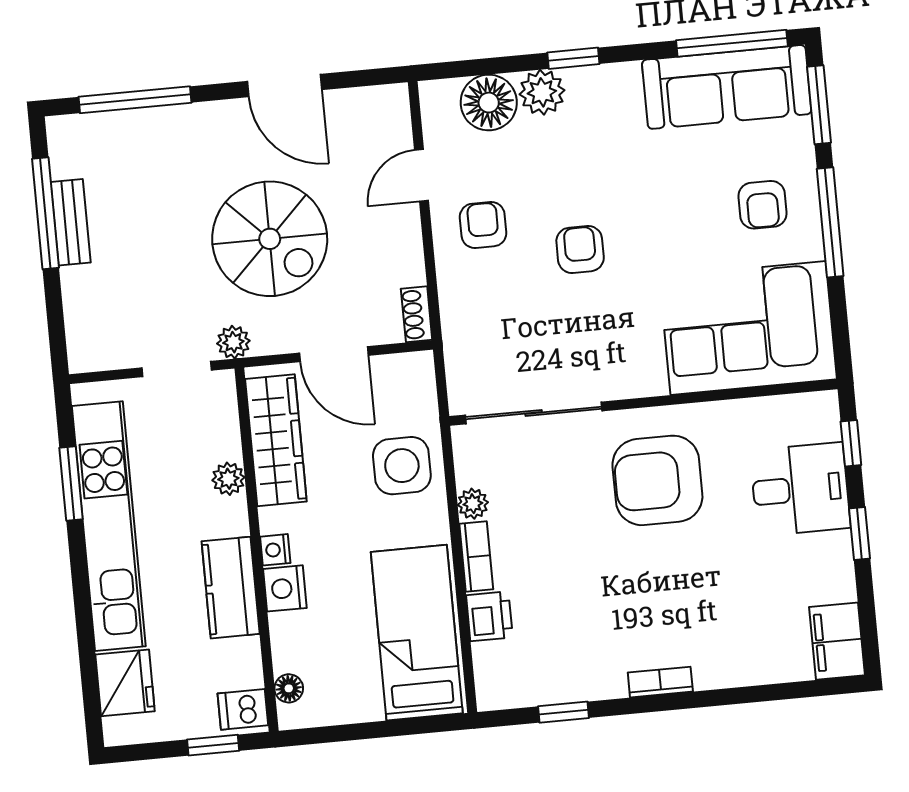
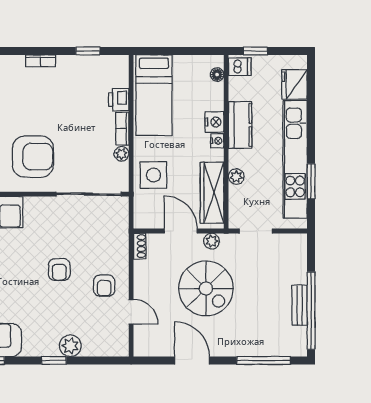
floor lamp: (489, 103) -> (96, 343), removed
door: (422, 175) -> (131, 312), hinge flipped
window: (45, 213) -> (311, 311), width x1.46
spiral stairs: (270, 239) -> (206, 288), turned 180
plant: (233, 342) -> (212, 241), moved

